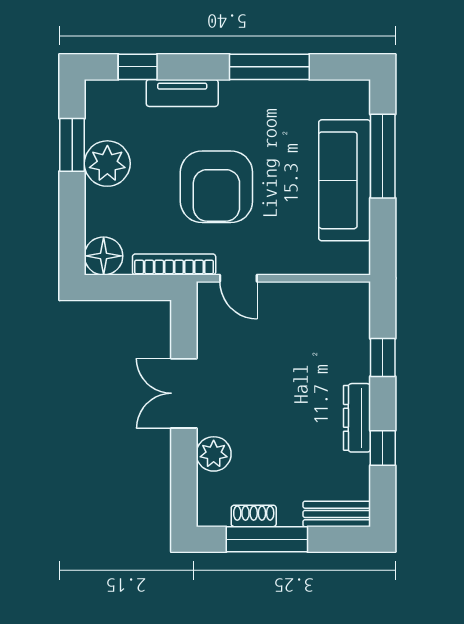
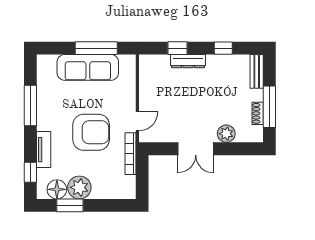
window: (383, 156) -> (96, 48), moved
floor lamp: (104, 256) -> (57, 189), moved
dresser: (357, 418) -> (188, 61), moved

